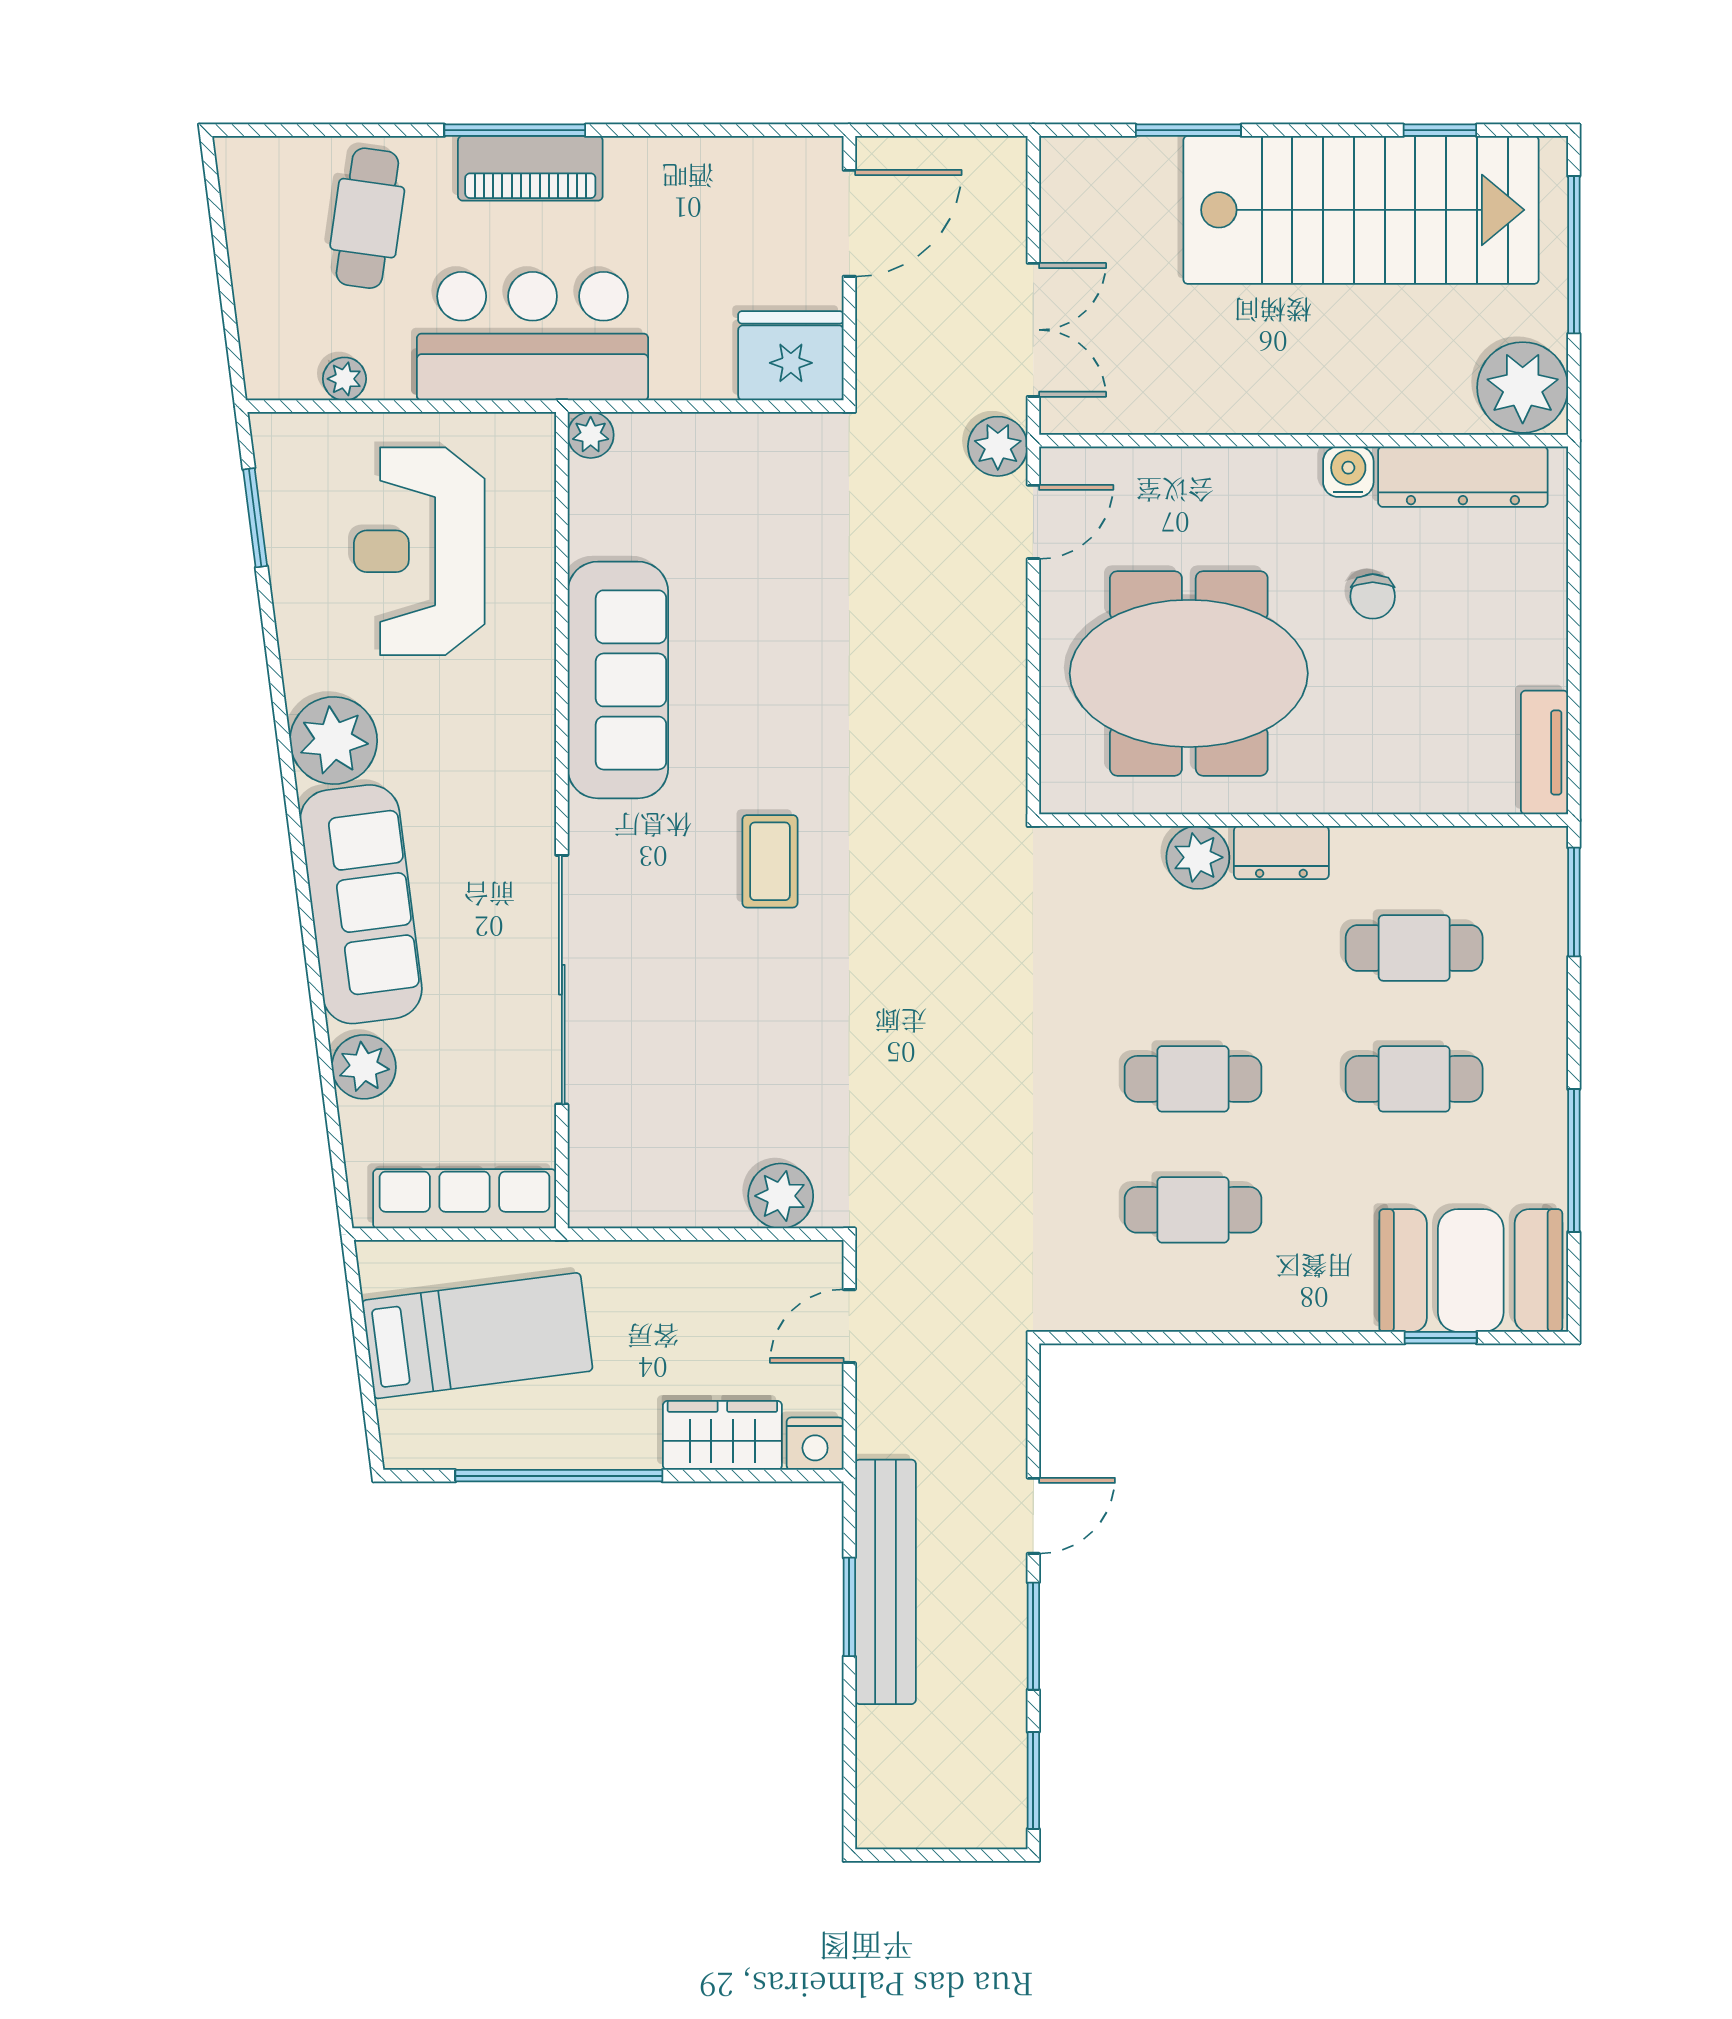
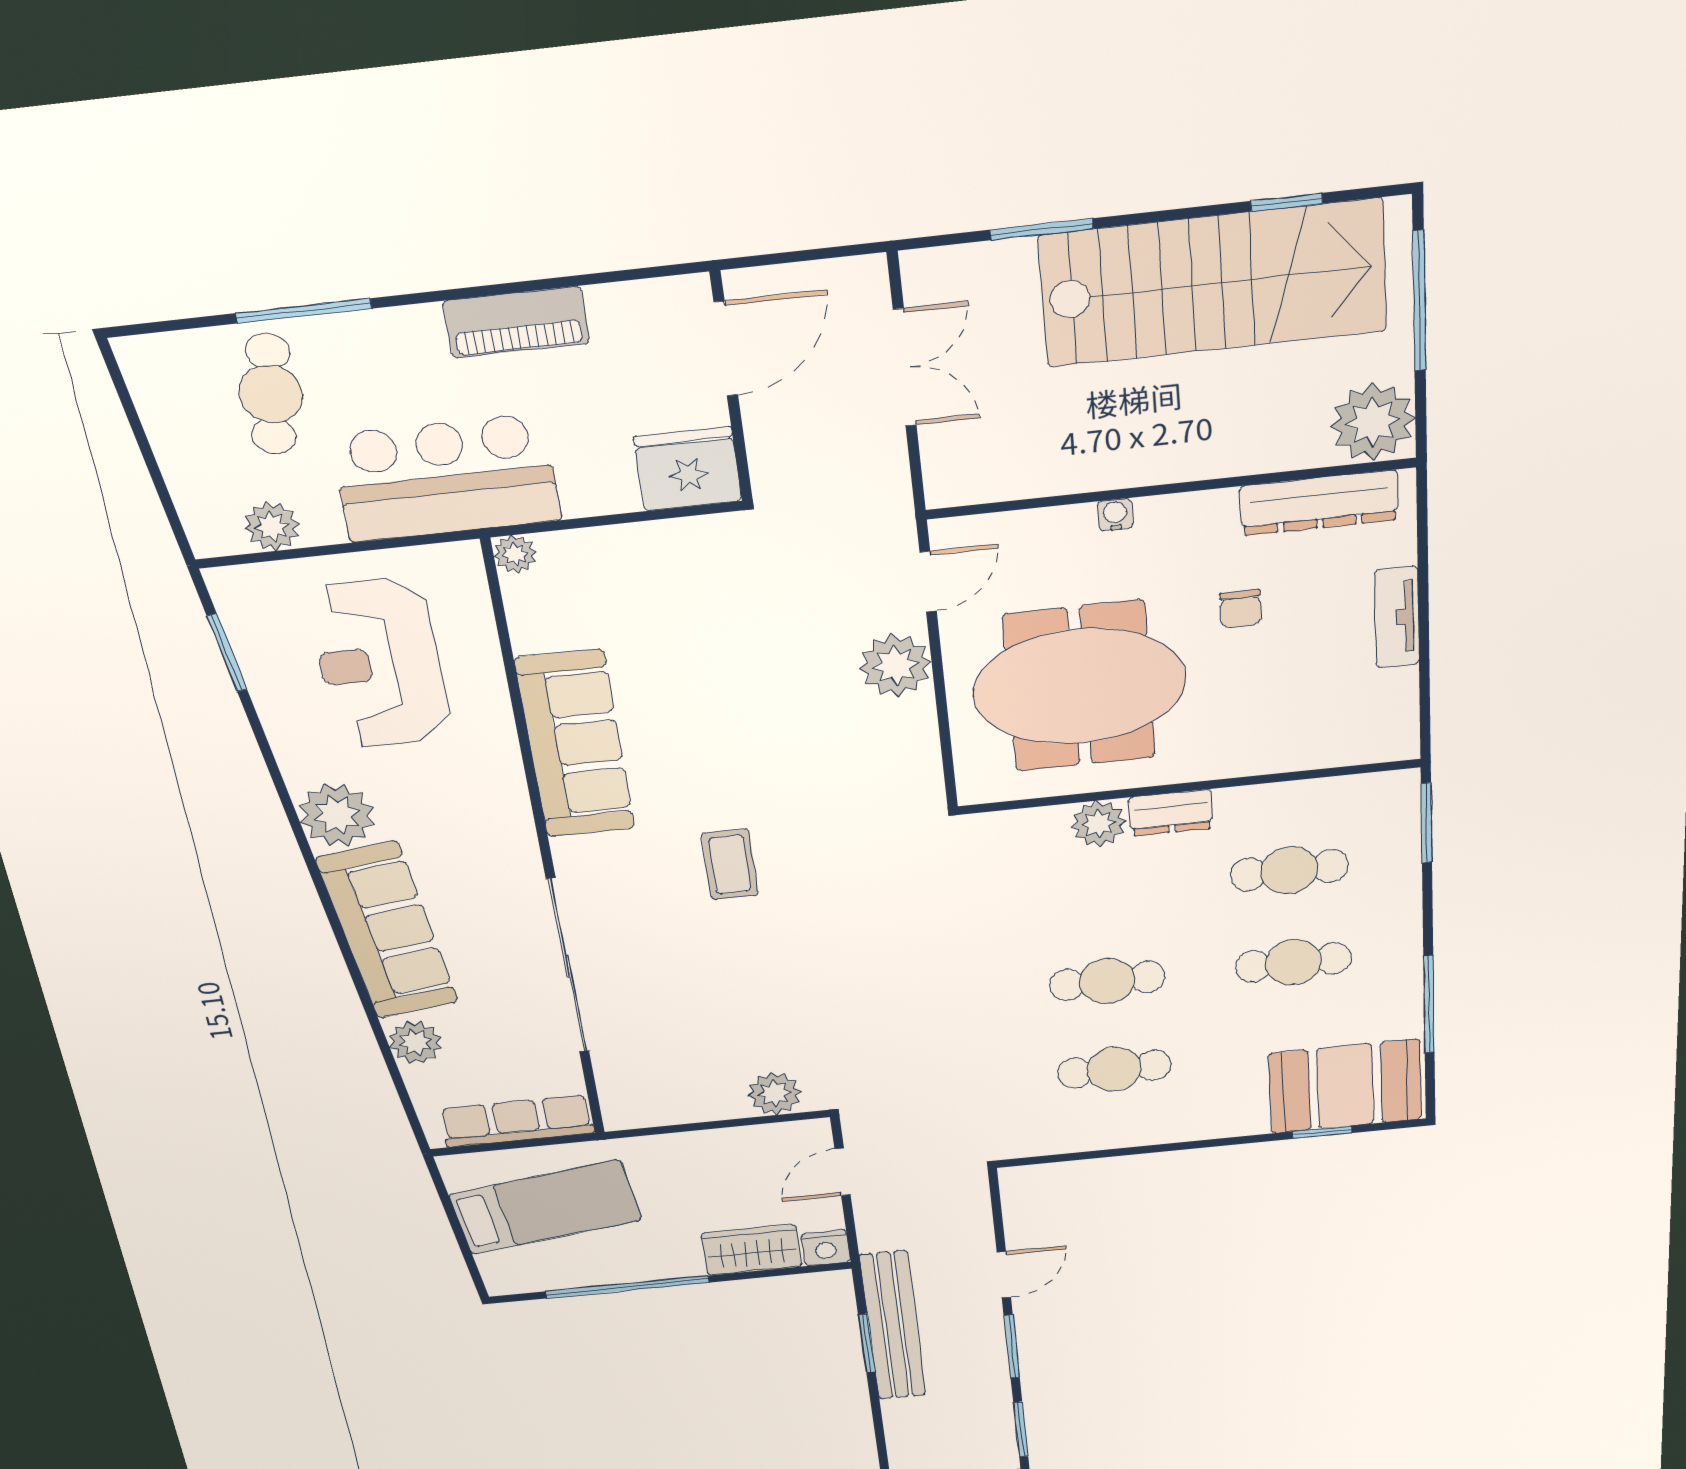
window: (515, 130) -> (304, 311), moved
piano: (530, 168) -> (516, 322), moved
double door: (1033, 330) -> (905, 368), moved
plant: (344, 379) -> (272, 526), width x1.38, depth x1.38
plant: (998, 446) -> (895, 665), moved, width x1.36, depth x1.36
water cooler: (1348, 472) -> (1115, 515), moved, width x0.72, depth x0.72
tv unit: (1544, 753) -> (1397, 617), moved

